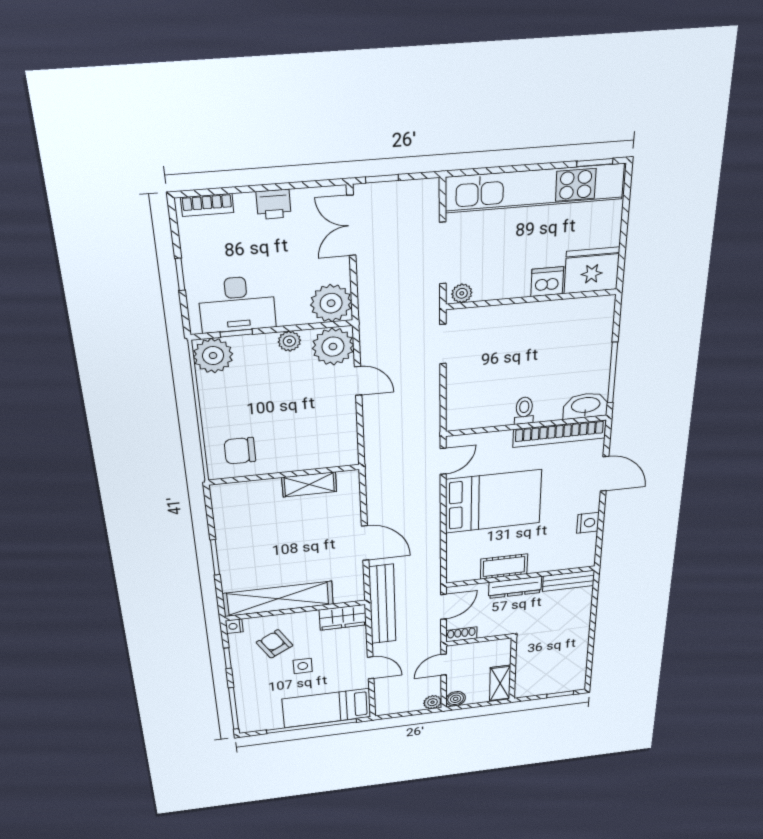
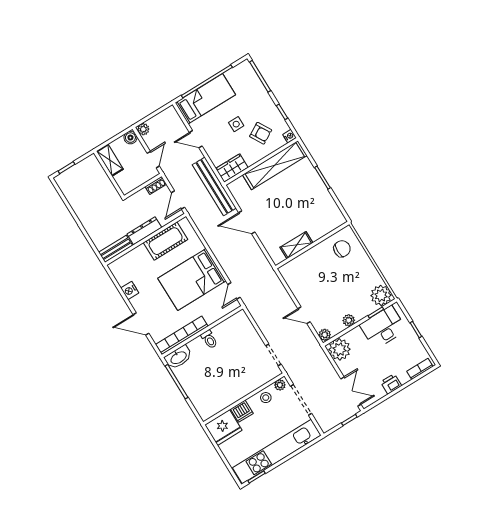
stool: (497, 284) -> (266, 398), added
plant: (333, 347) -> (325, 335), width x0.53, depth x0.53
cot: (504, 567) -> (166, 241), width x1.37, depth x1.34

